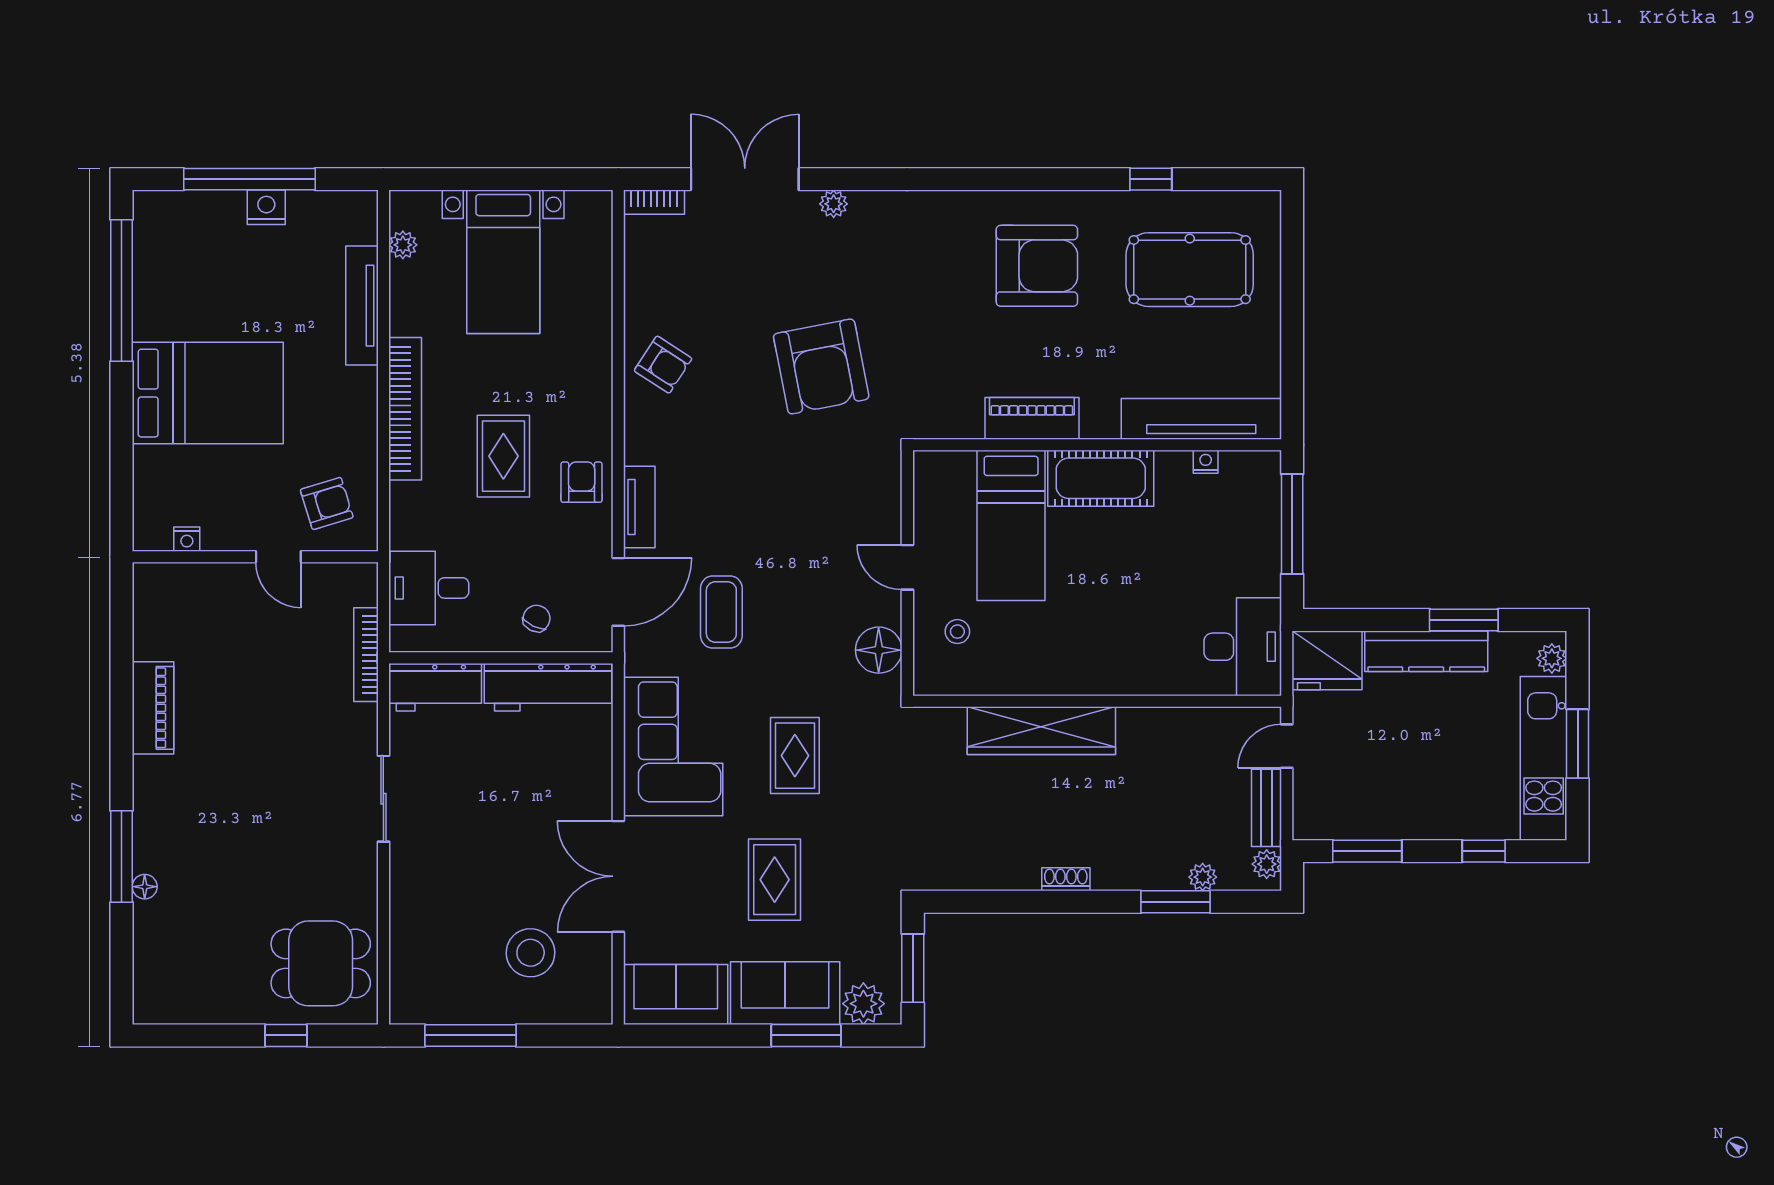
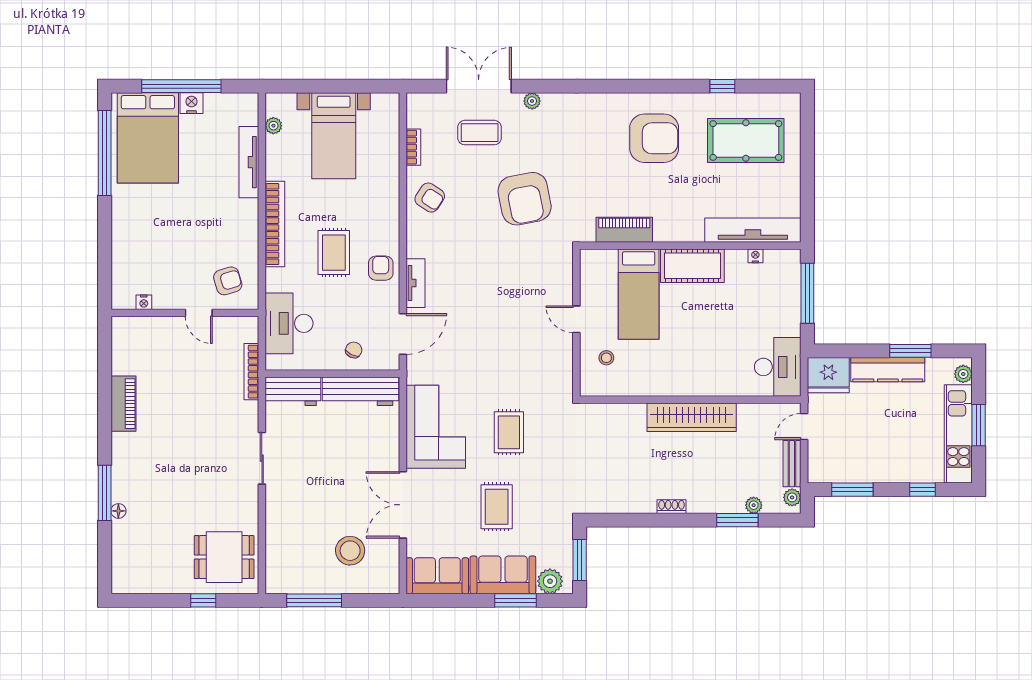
bookcase: (654, 202) -> (413, 147), moved, turned -90
bed: (208, 393) -> (148, 138), moved, turned 90
piano: (1032, 418) -> (624, 230), moved
desk: (429, 588) -> (289, 323), width x1.37
coffee table: (721, 612) -> (480, 133), moved, turned 90
floor lamp: (879, 650) -> (559, 369), removed
wardrobe: (1041, 731) -> (692, 417), moved

